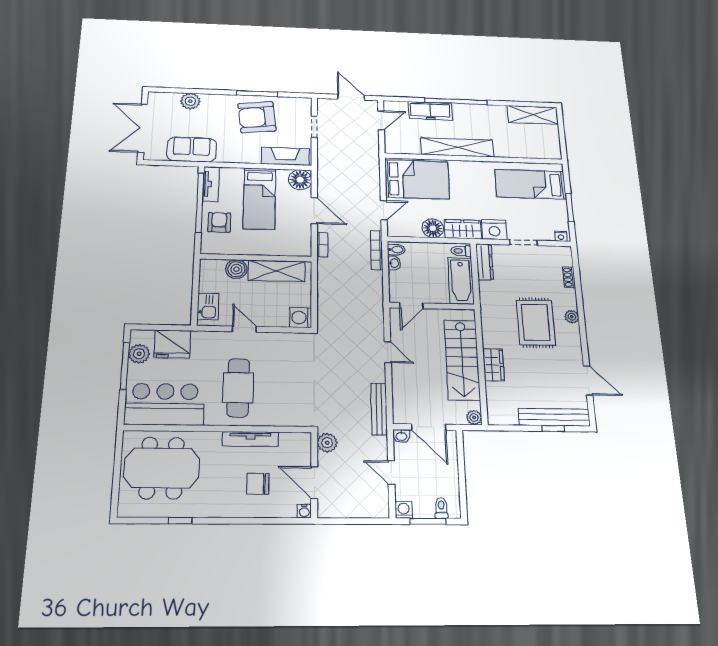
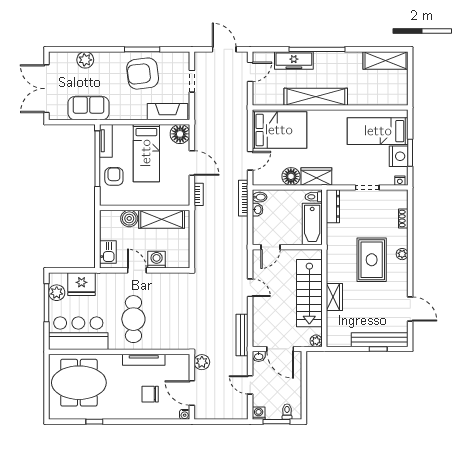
nightstand: (494, 230) -> (399, 156), moved, turned -90
washing machine: (301, 318) -> (157, 260), moved, turned 90

